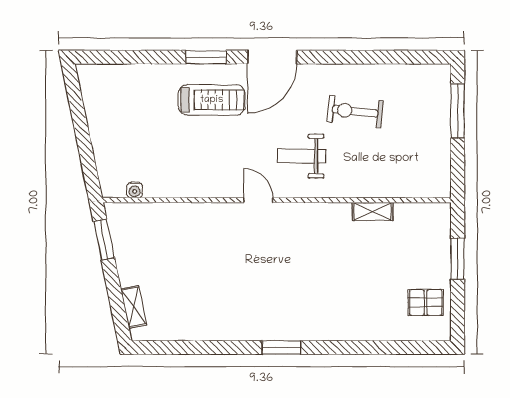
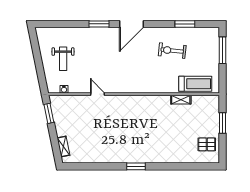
window: (381, 57) -> (185, 24), added
treadmill: (212, 100) -> (195, 84), moved
weight bench: (301, 156) -> (63, 59), moved, turned -90
door: (258, 200) -> (98, 94), moved

